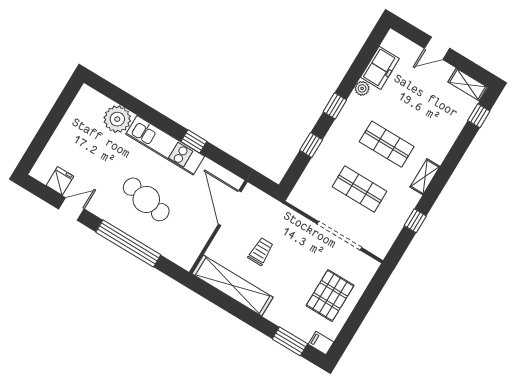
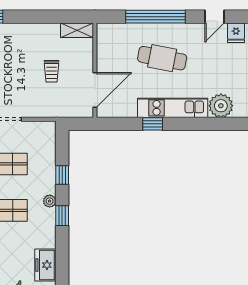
plant: (362, 88) -> (50, 201), moved
door: (230, 208) -> (95, 90), hinge flipped
shelving: (233, 285) -> (77, 30), width x0.45, depth x0.75

